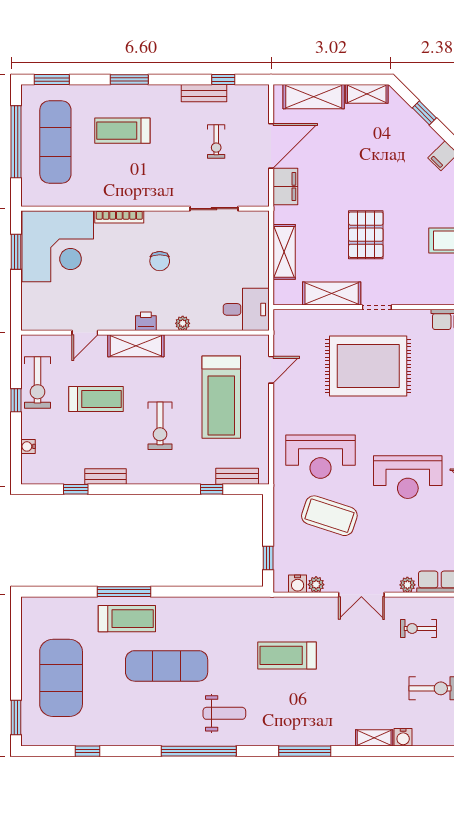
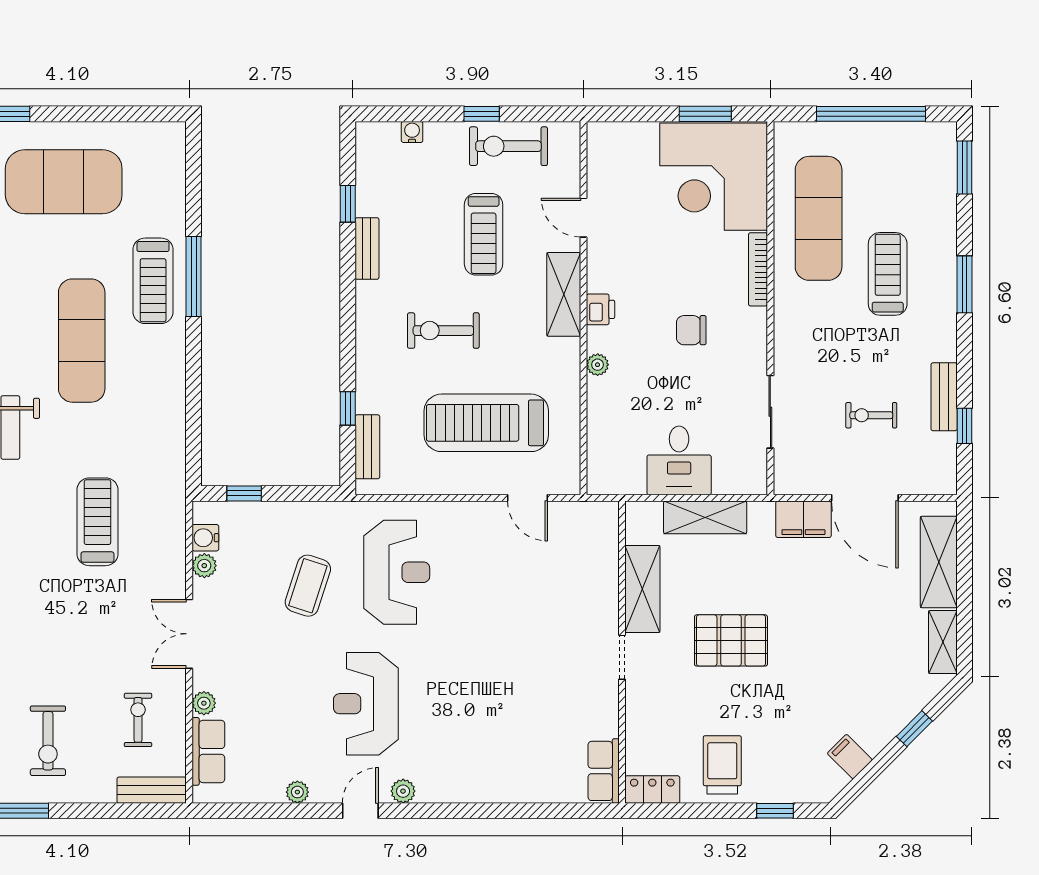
exercise mat: (55, 142) -> (819, 218), moved, turned 90
desk: (246, 309) -> (679, 460), moved
rug: (368, 366) -> (533, 644), removed
reception desk: (320, 457) -> (397, 572), turned 180
coffee table: (329, 516) -> (308, 586), width x0.73, depth x0.76

